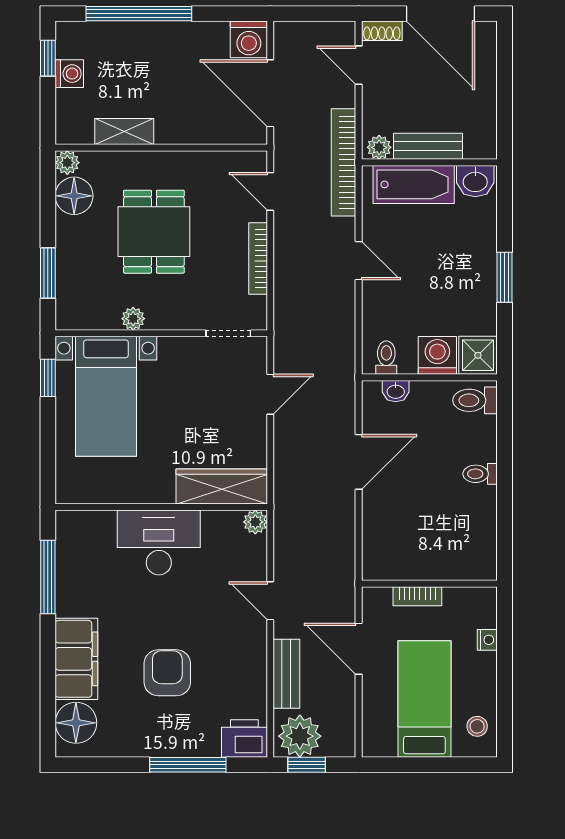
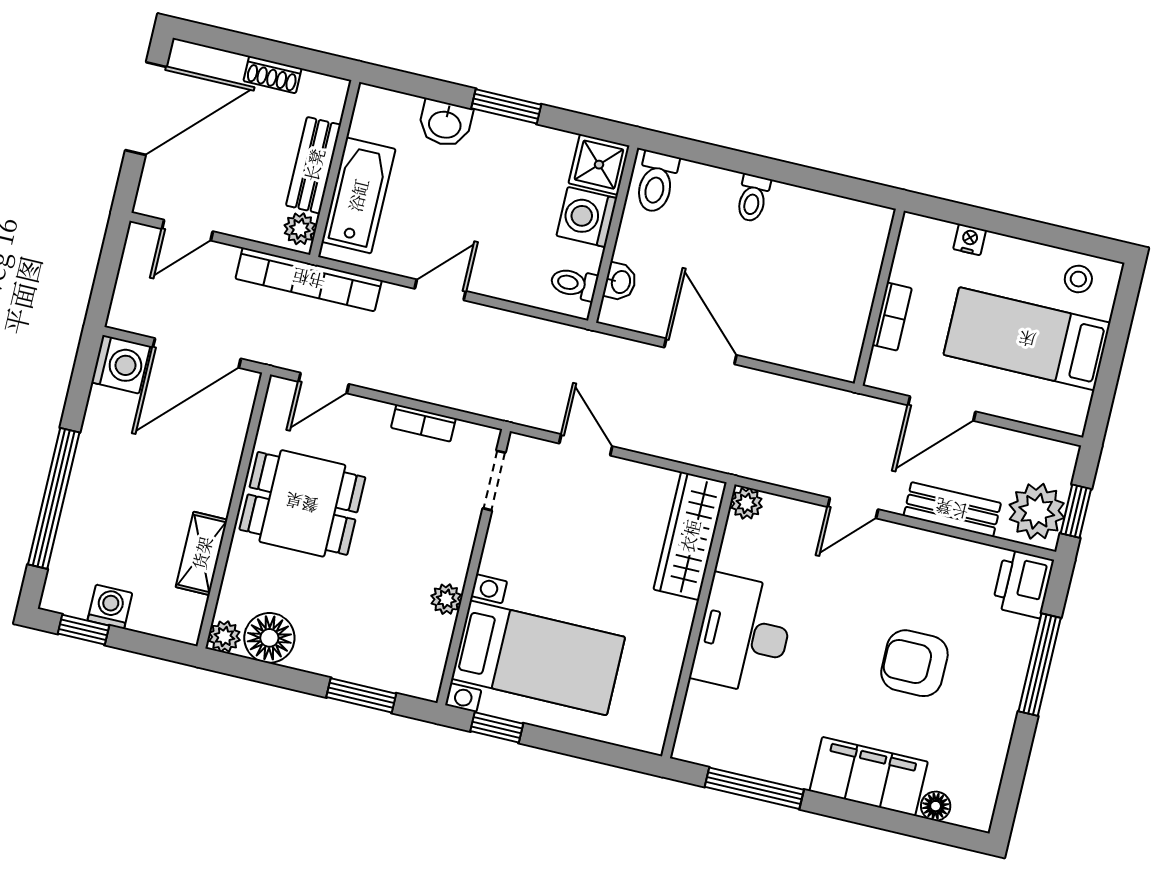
shoe rack: (382, 31) -> (272, 75), moved, turned 90
washbasin: (475, 181) -> (445, 124), moved, turned 90
dining table: (154, 232) -> (302, 503), moved
bookcase: (258, 258) -> (423, 423), width x0.64
floor lamp: (76, 723) -> (936, 806), width x0.53, depth x0.53

